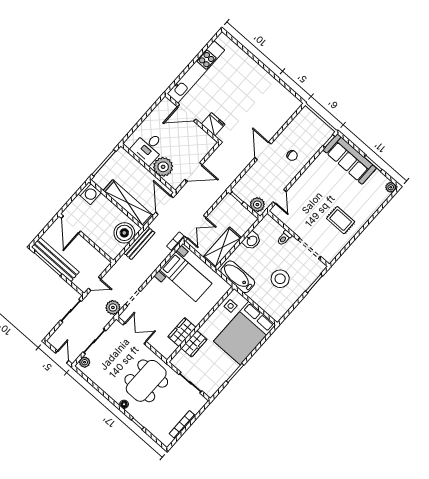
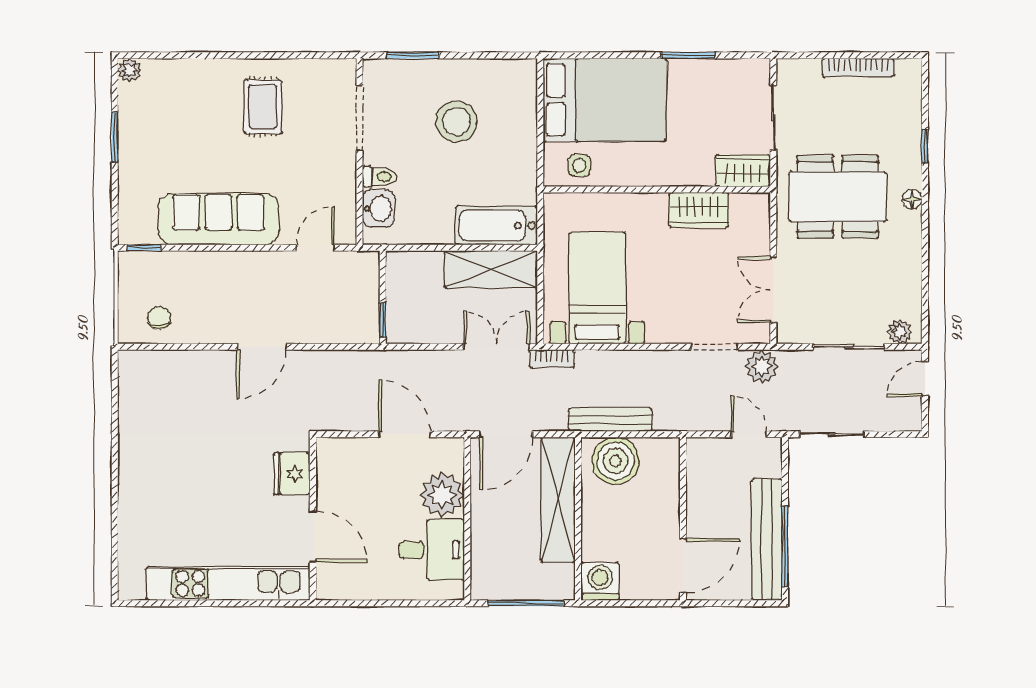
chair: (292, 155) -> (159, 318), moved
sofa: (350, 159) -> (219, 219), moved, turned -90
plant: (257, 205) -> (363, 274), removed
washbasin: (252, 241) -> (378, 208), moved, turned 90
bathtub: (238, 277) -> (496, 226), moved, turned 90
wardrobe: (194, 344) -> (743, 171), moved

